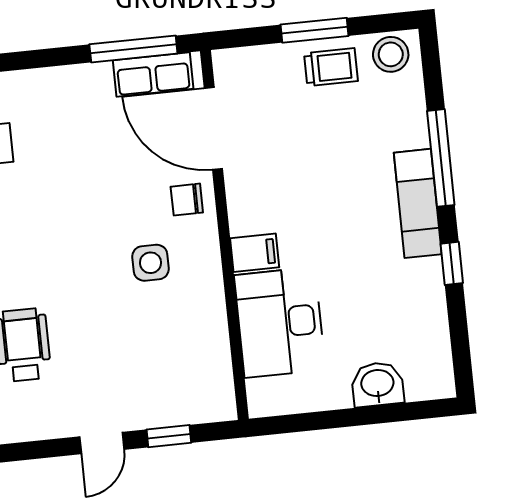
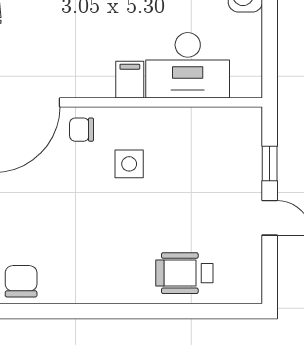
chair: (187, 200) -> (81, 130), turned 90

